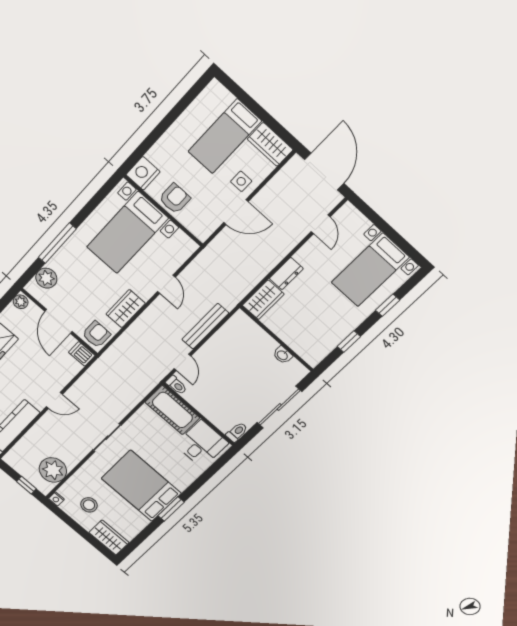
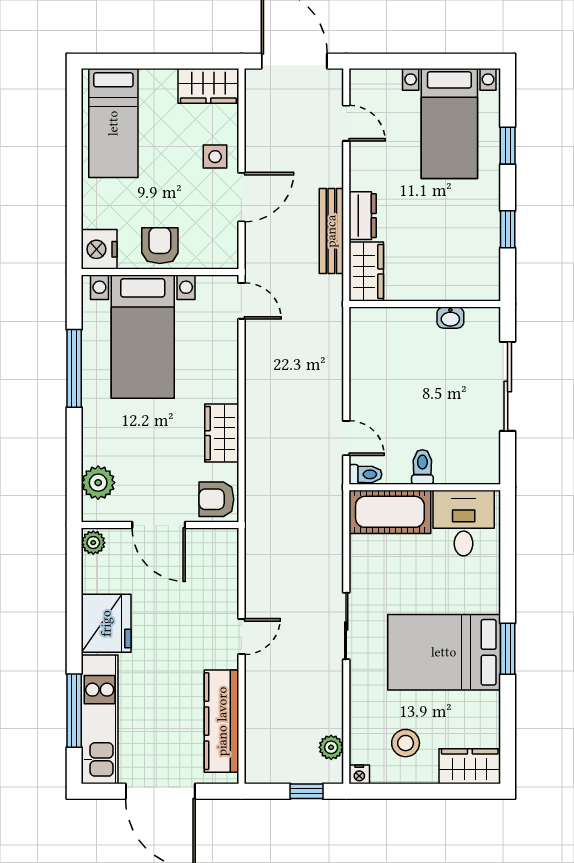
bed: (225, 136) -> (113, 123), moved
window: (57, 243) -> (74, 368), moved
door: (166, 284) -> (241, 301), moved
bench: (205, 326) -> (331, 231), moved
armchair: (96, 334) -> (216, 499), turned -90
dishwasher: (82, 354) -> (221, 542), removed
toilet: (237, 432) -> (422, 467), moved
plant: (53, 470) -> (331, 747), width x0.53, depth x0.53

